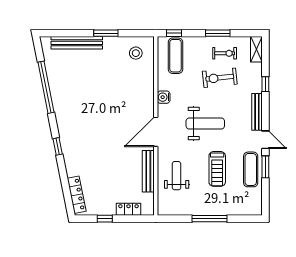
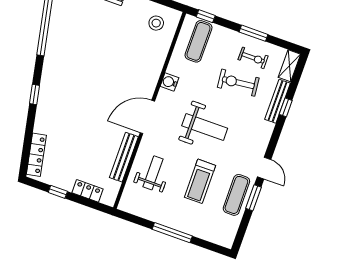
bench: (257, 112) -> (277, 101), moved

